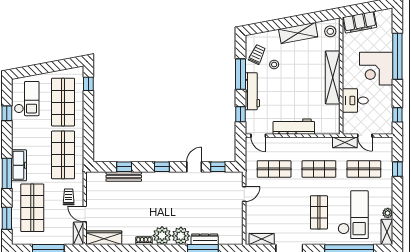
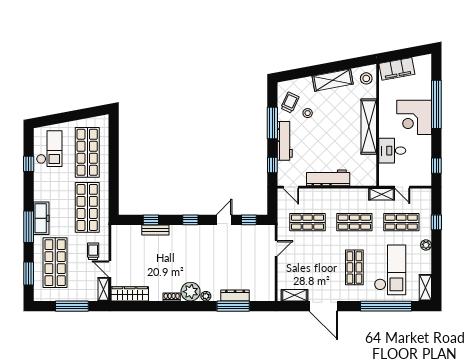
window: (88, 84) -> (114, 133), removed
bench: (124, 176) -> (155, 230), width x0.73
plant: (388, 213) -> (426, 245), moved
plant: (181, 236) -> (206, 296), width x0.53, depth x0.53

